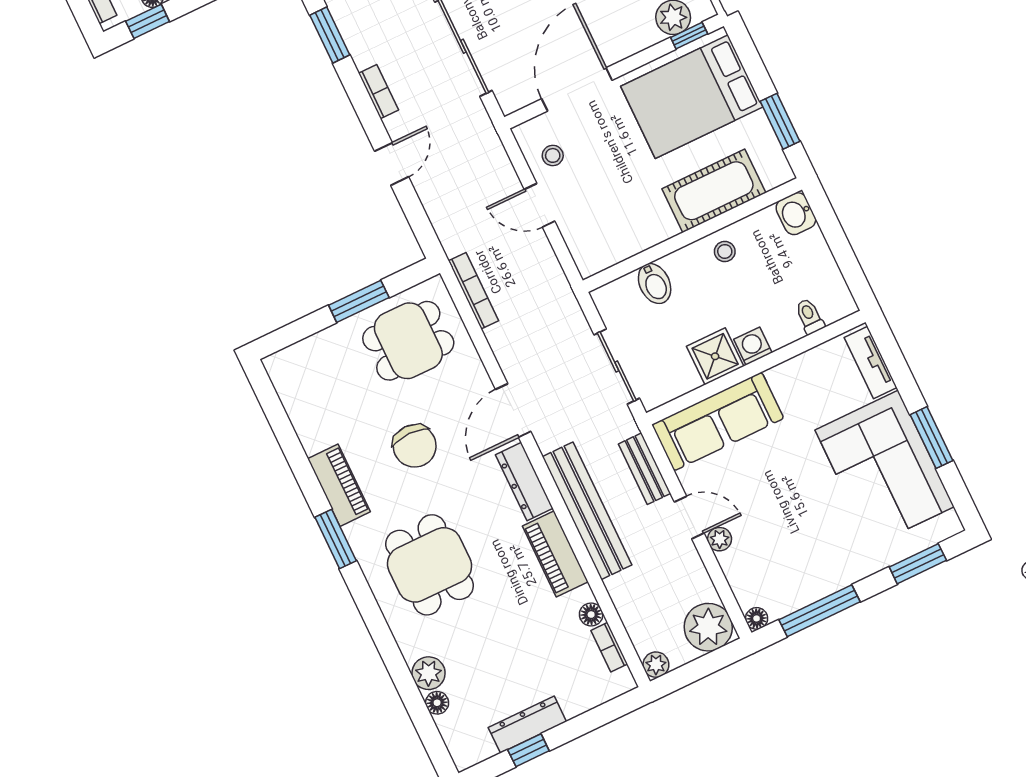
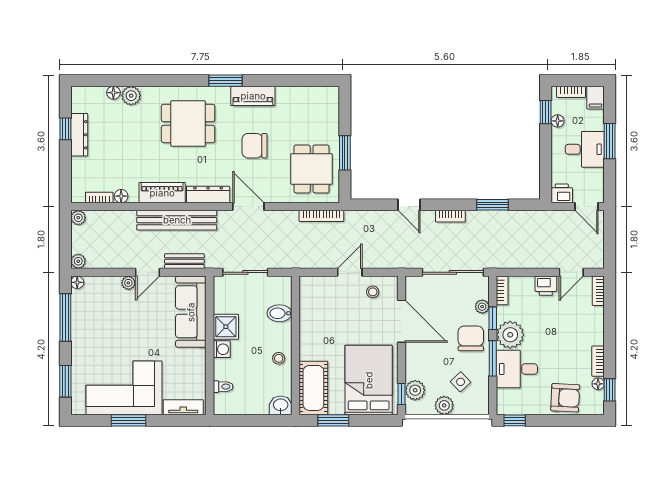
cot: (714, 191) -> (313, 388), moved
plant: (708, 627) -> (78, 261), width x0.53, depth x0.53

